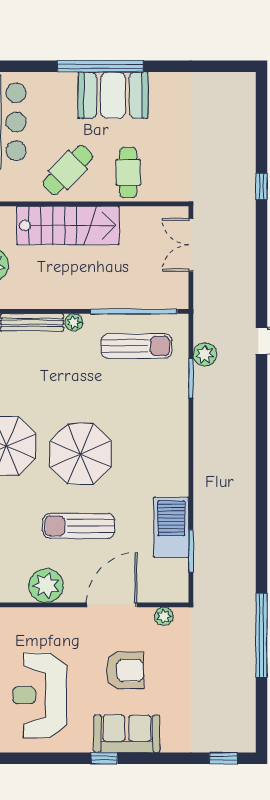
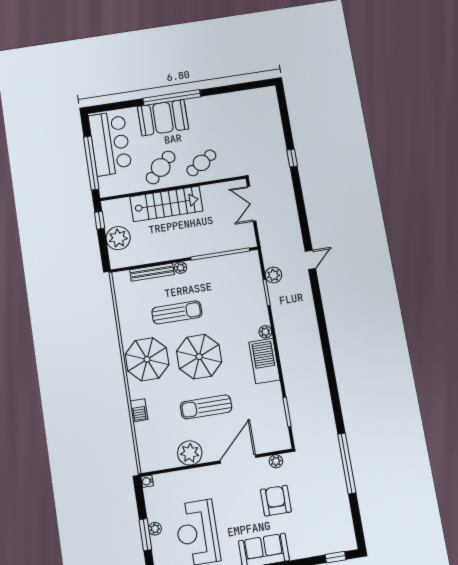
booth: (113, 95) -> (163, 118), moved
cafe table: (128, 172) -> (201, 163), turned 57
sun lounger: (136, 346) -> (177, 312), moved
plant: (180, 434) -> (265, 332), added
barbecue: (171, 527) -> (264, 361), moved
armchair: (125, 670) -> (276, 501), moved, turned -90

